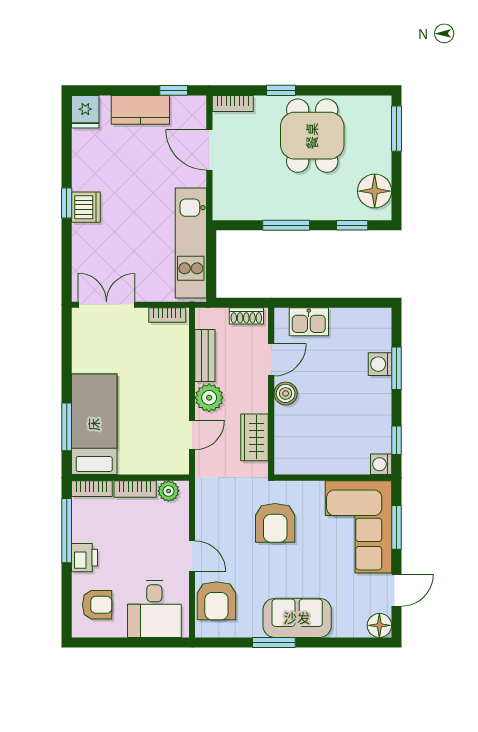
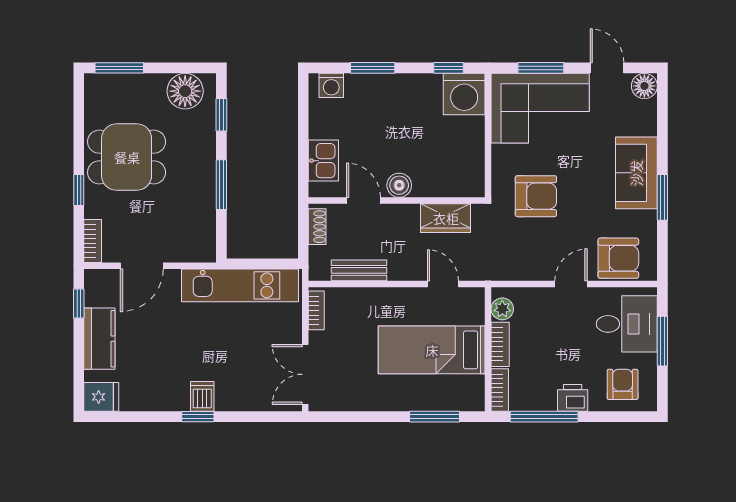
dishwasher: (86, 207) -> (202, 396), width x0.73
washing machine: (380, 364) -> (331, 85), moved
plant: (209, 398) -> (404, 266), removed
bed: (94, 424) -> (432, 350), moved
washing machine: (381, 464) -> (464, 94), width x1.89, depth x1.89
window: (138, 643) -> (662, 341), added

